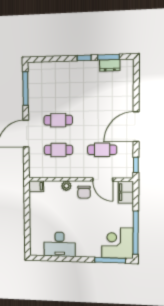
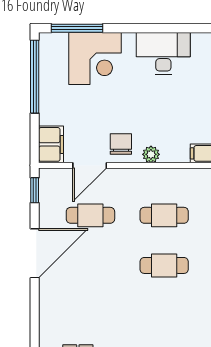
door: (103, 180) -> (90, 165), swing flipped
corner desk: (117, 243) -> (95, 58), moved

